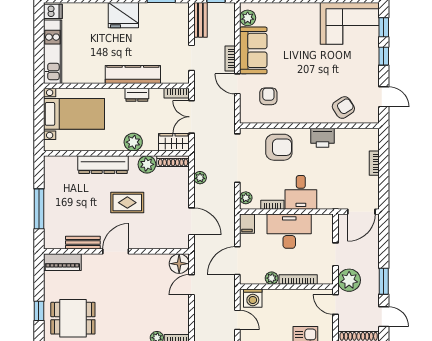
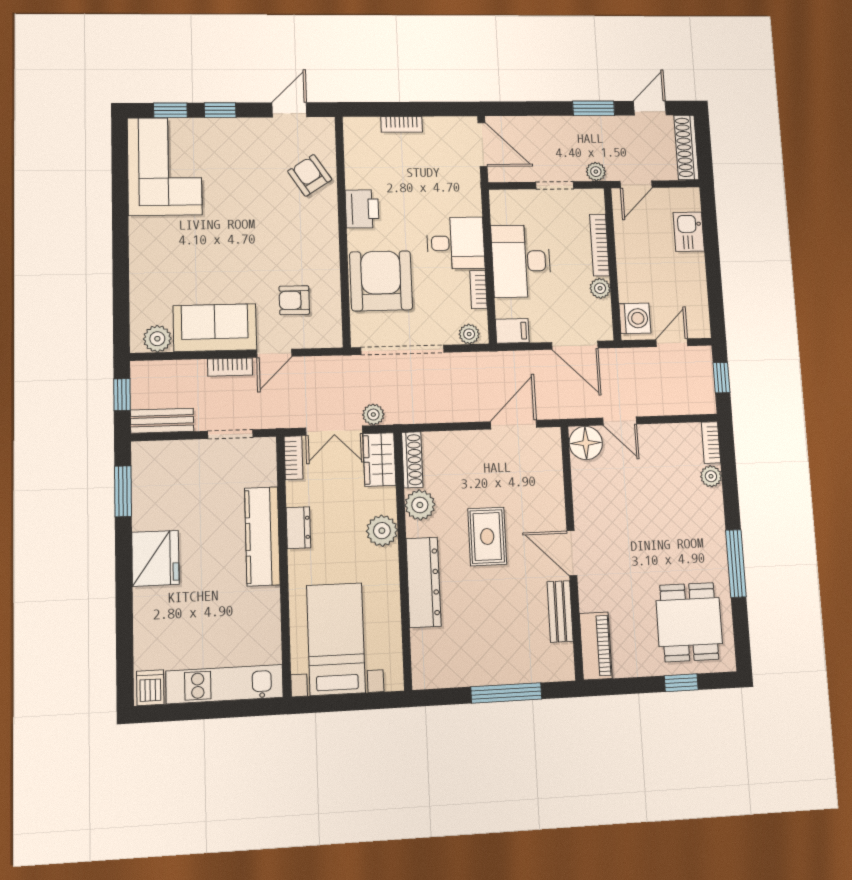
armchair: (279, 147) -> (381, 281), width x1.36, depth x1.36
plant: (200, 178) -> (373, 415), moved
plant: (349, 280) -> (596, 172), width x0.53, depth x0.53

